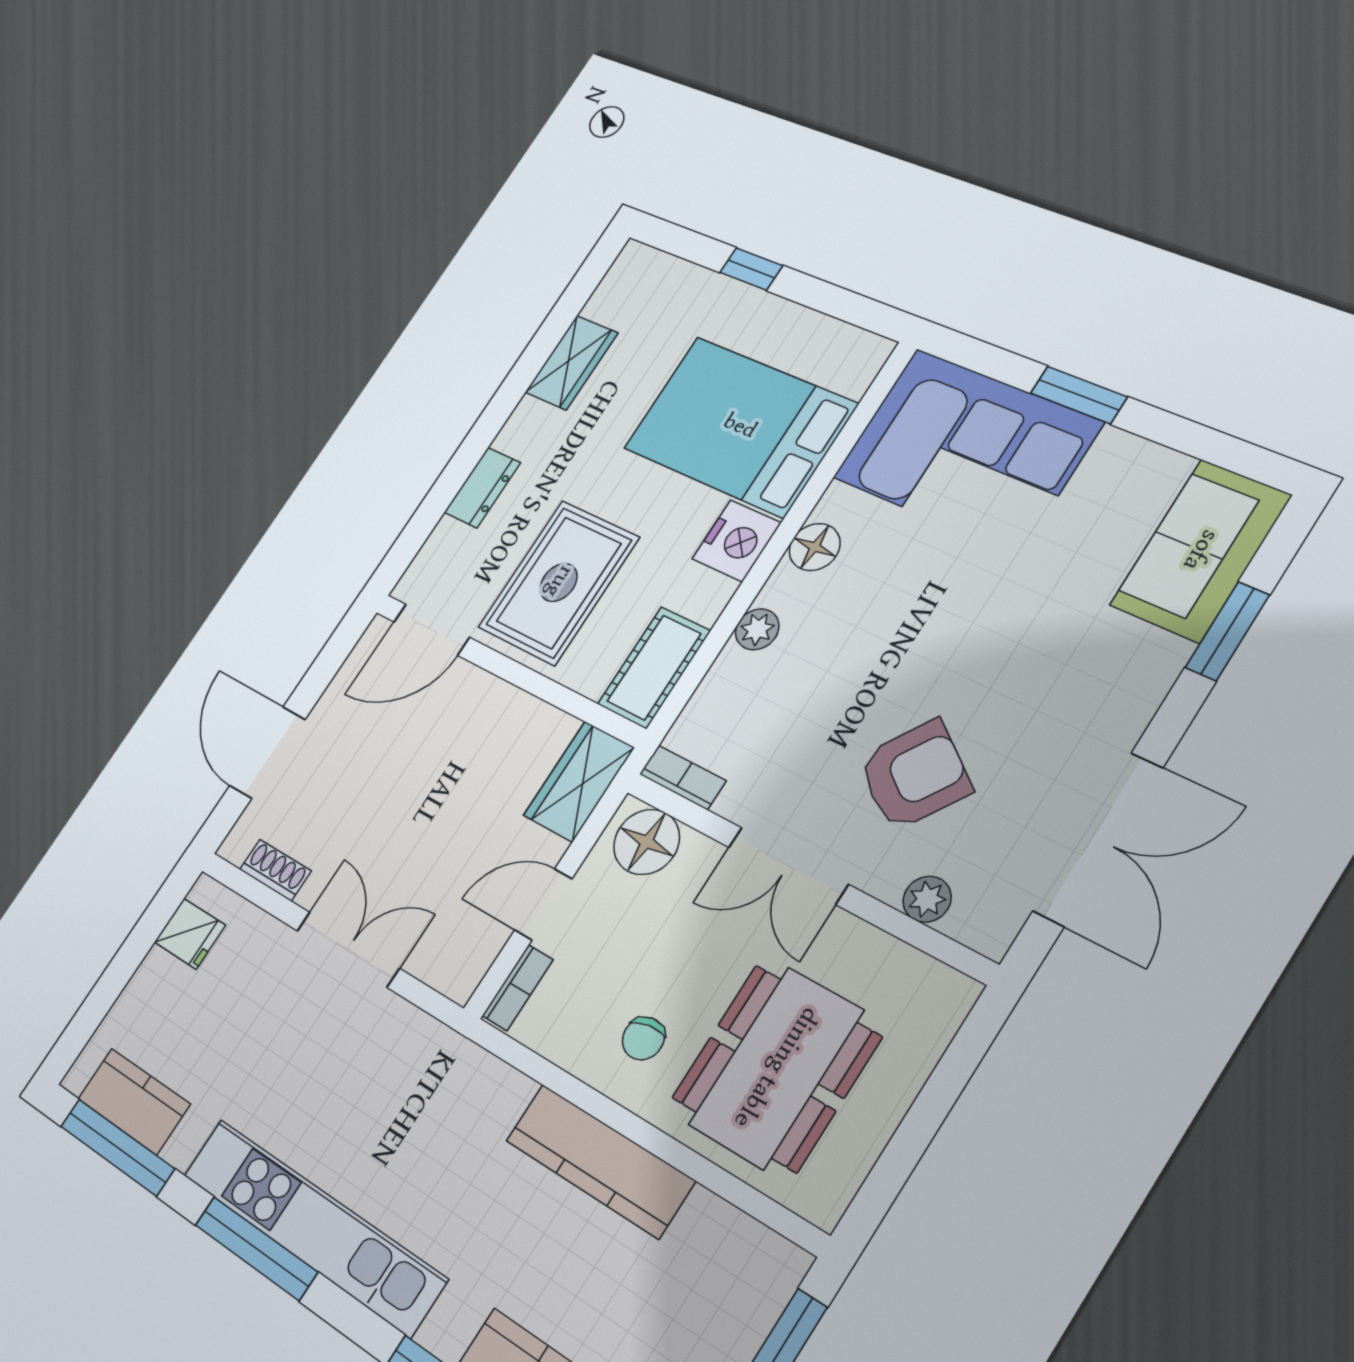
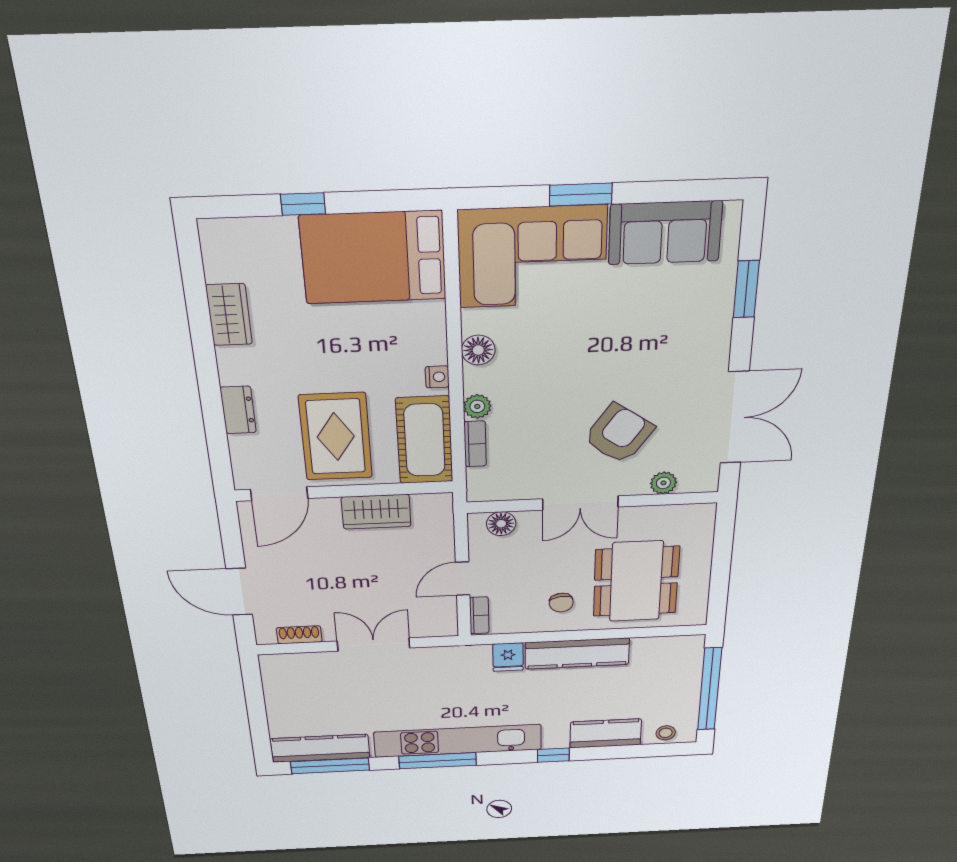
bed: (740, 426) -> (373, 258), moved
nightstand: (737, 541) -> (437, 377), width x0.53, depth x0.56
sofa: (1201, 550) -> (665, 233), moved, turned -90
cot: (654, 667) -> (425, 440), width x1.37, depth x1.34
bookcase: (683, 777) -> (475, 444), moved, turned 90
wardrobe: (579, 781) -> (376, 512), moved, turned -90
floor lamp: (647, 842) -> (501, 524), width x0.73, depth x0.73
fridge: (190, 934) -> (508, 657), moved, turned 90
kitchen counter: (134, 1101) -> (320, 748), width x1.50

